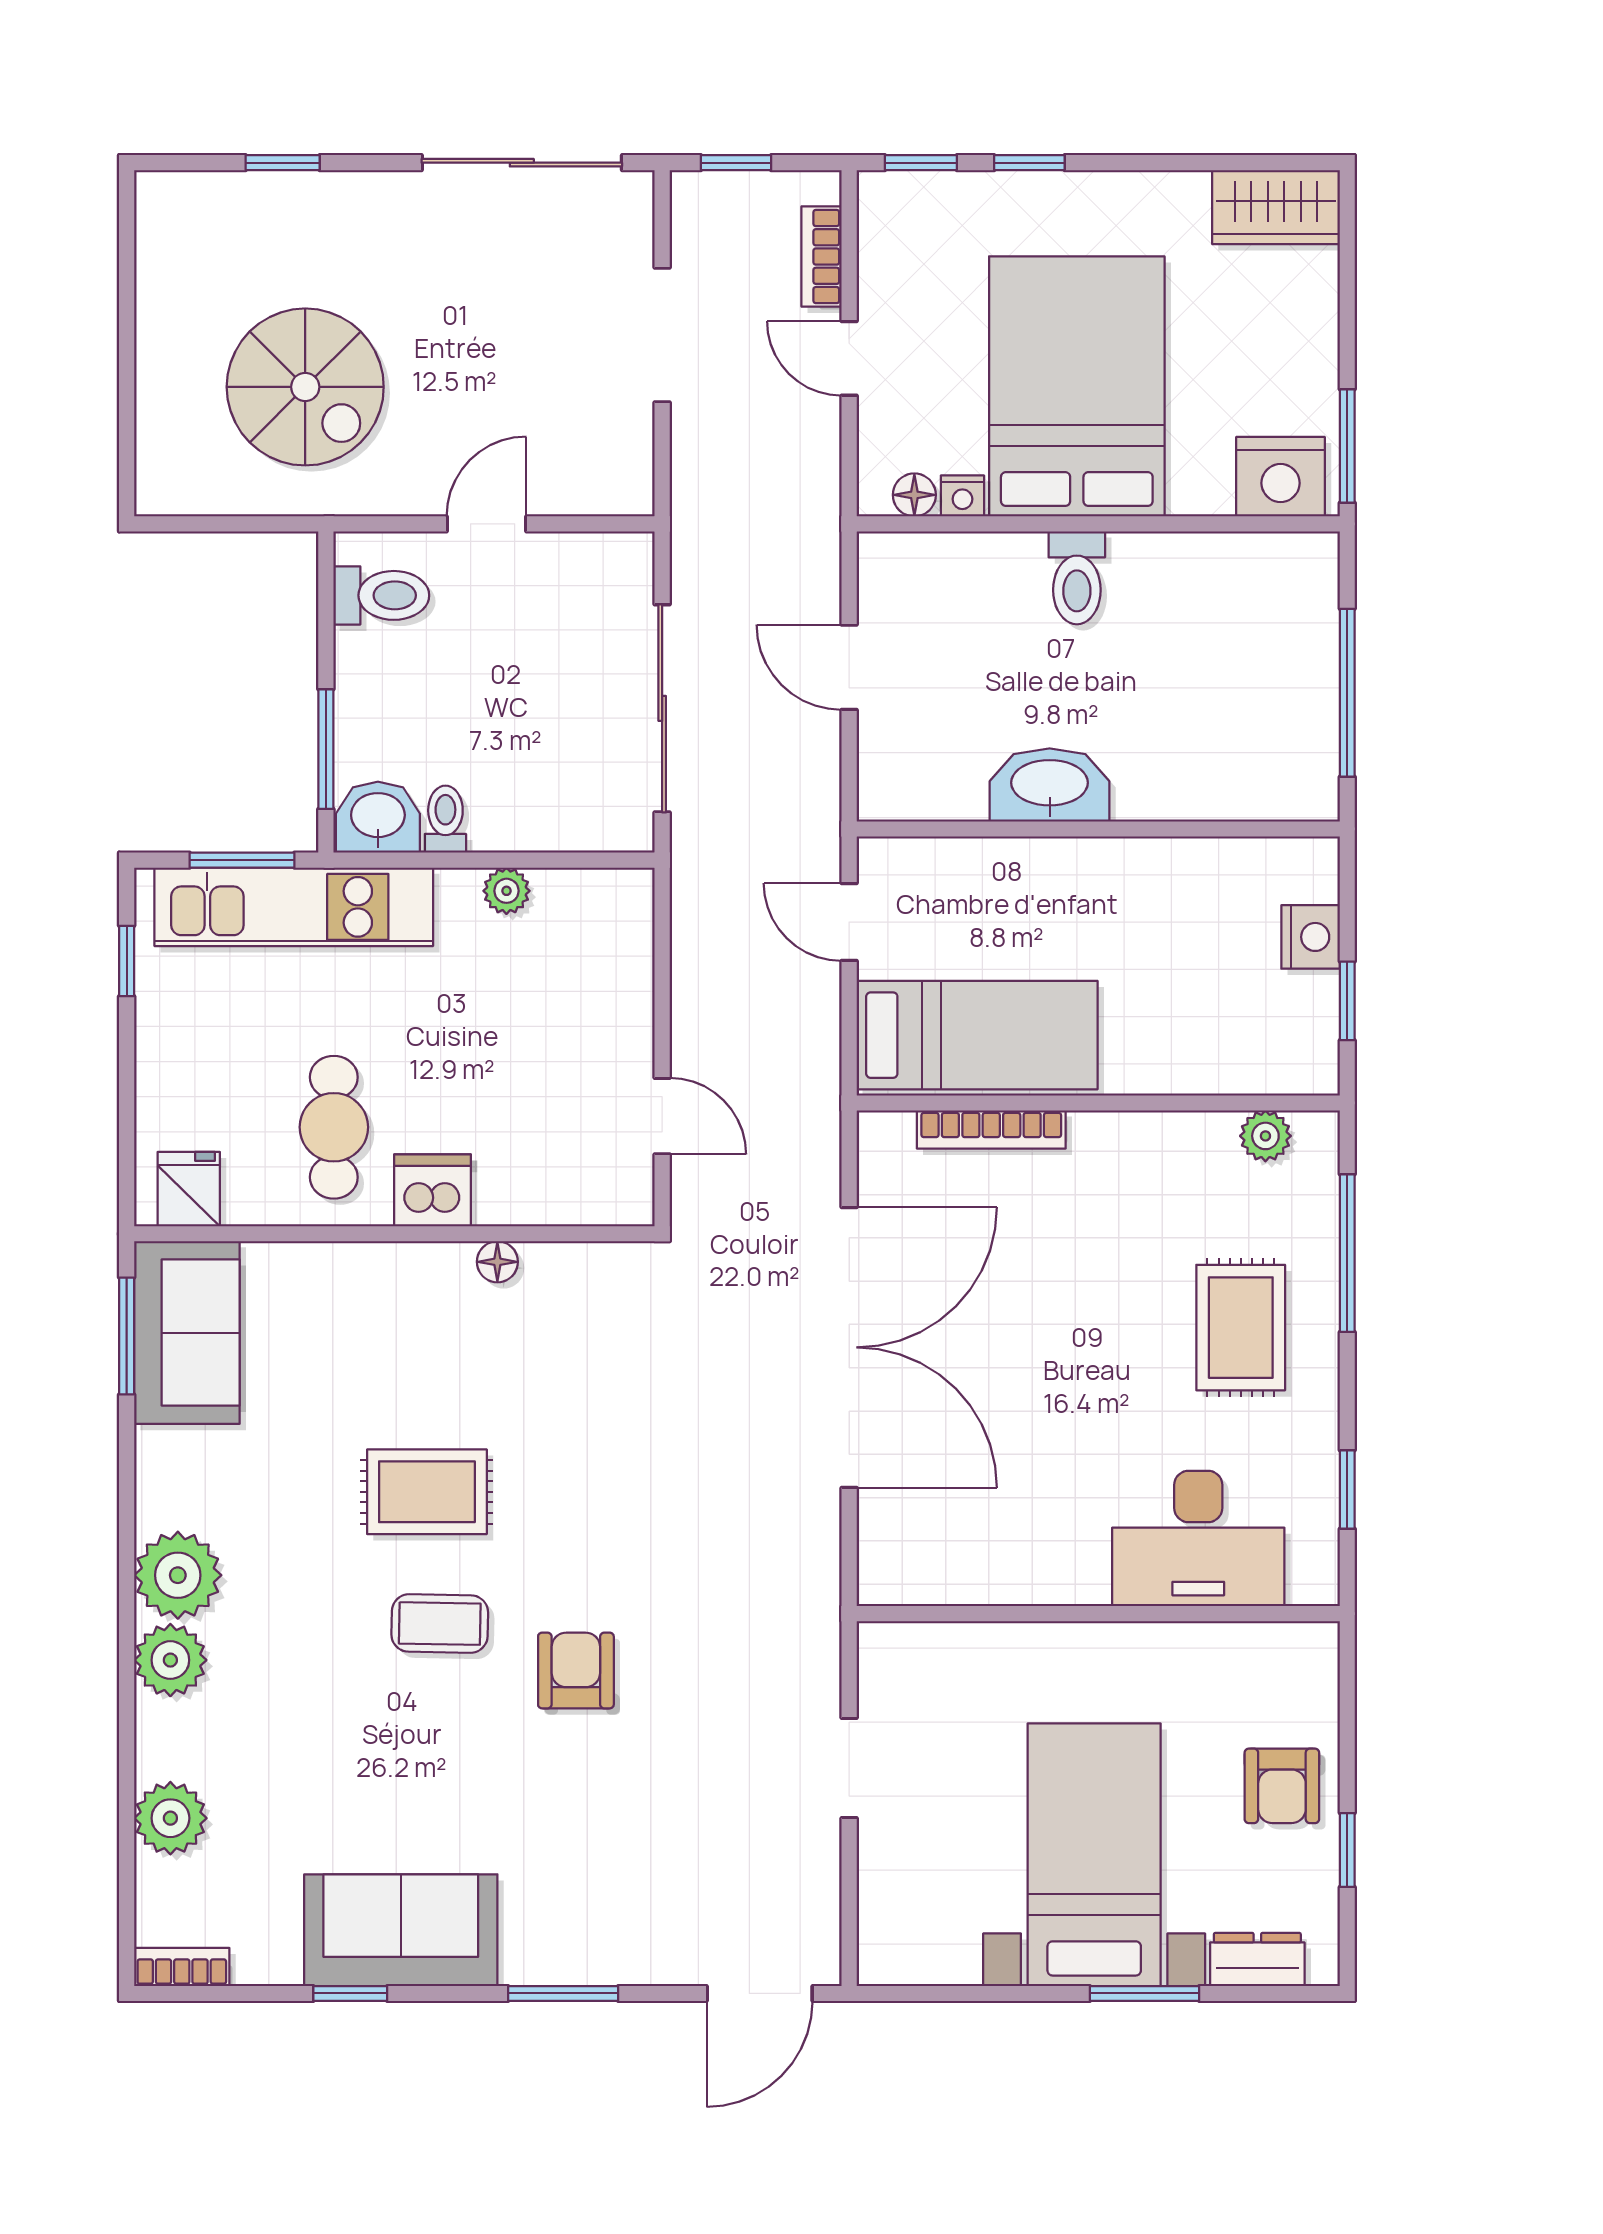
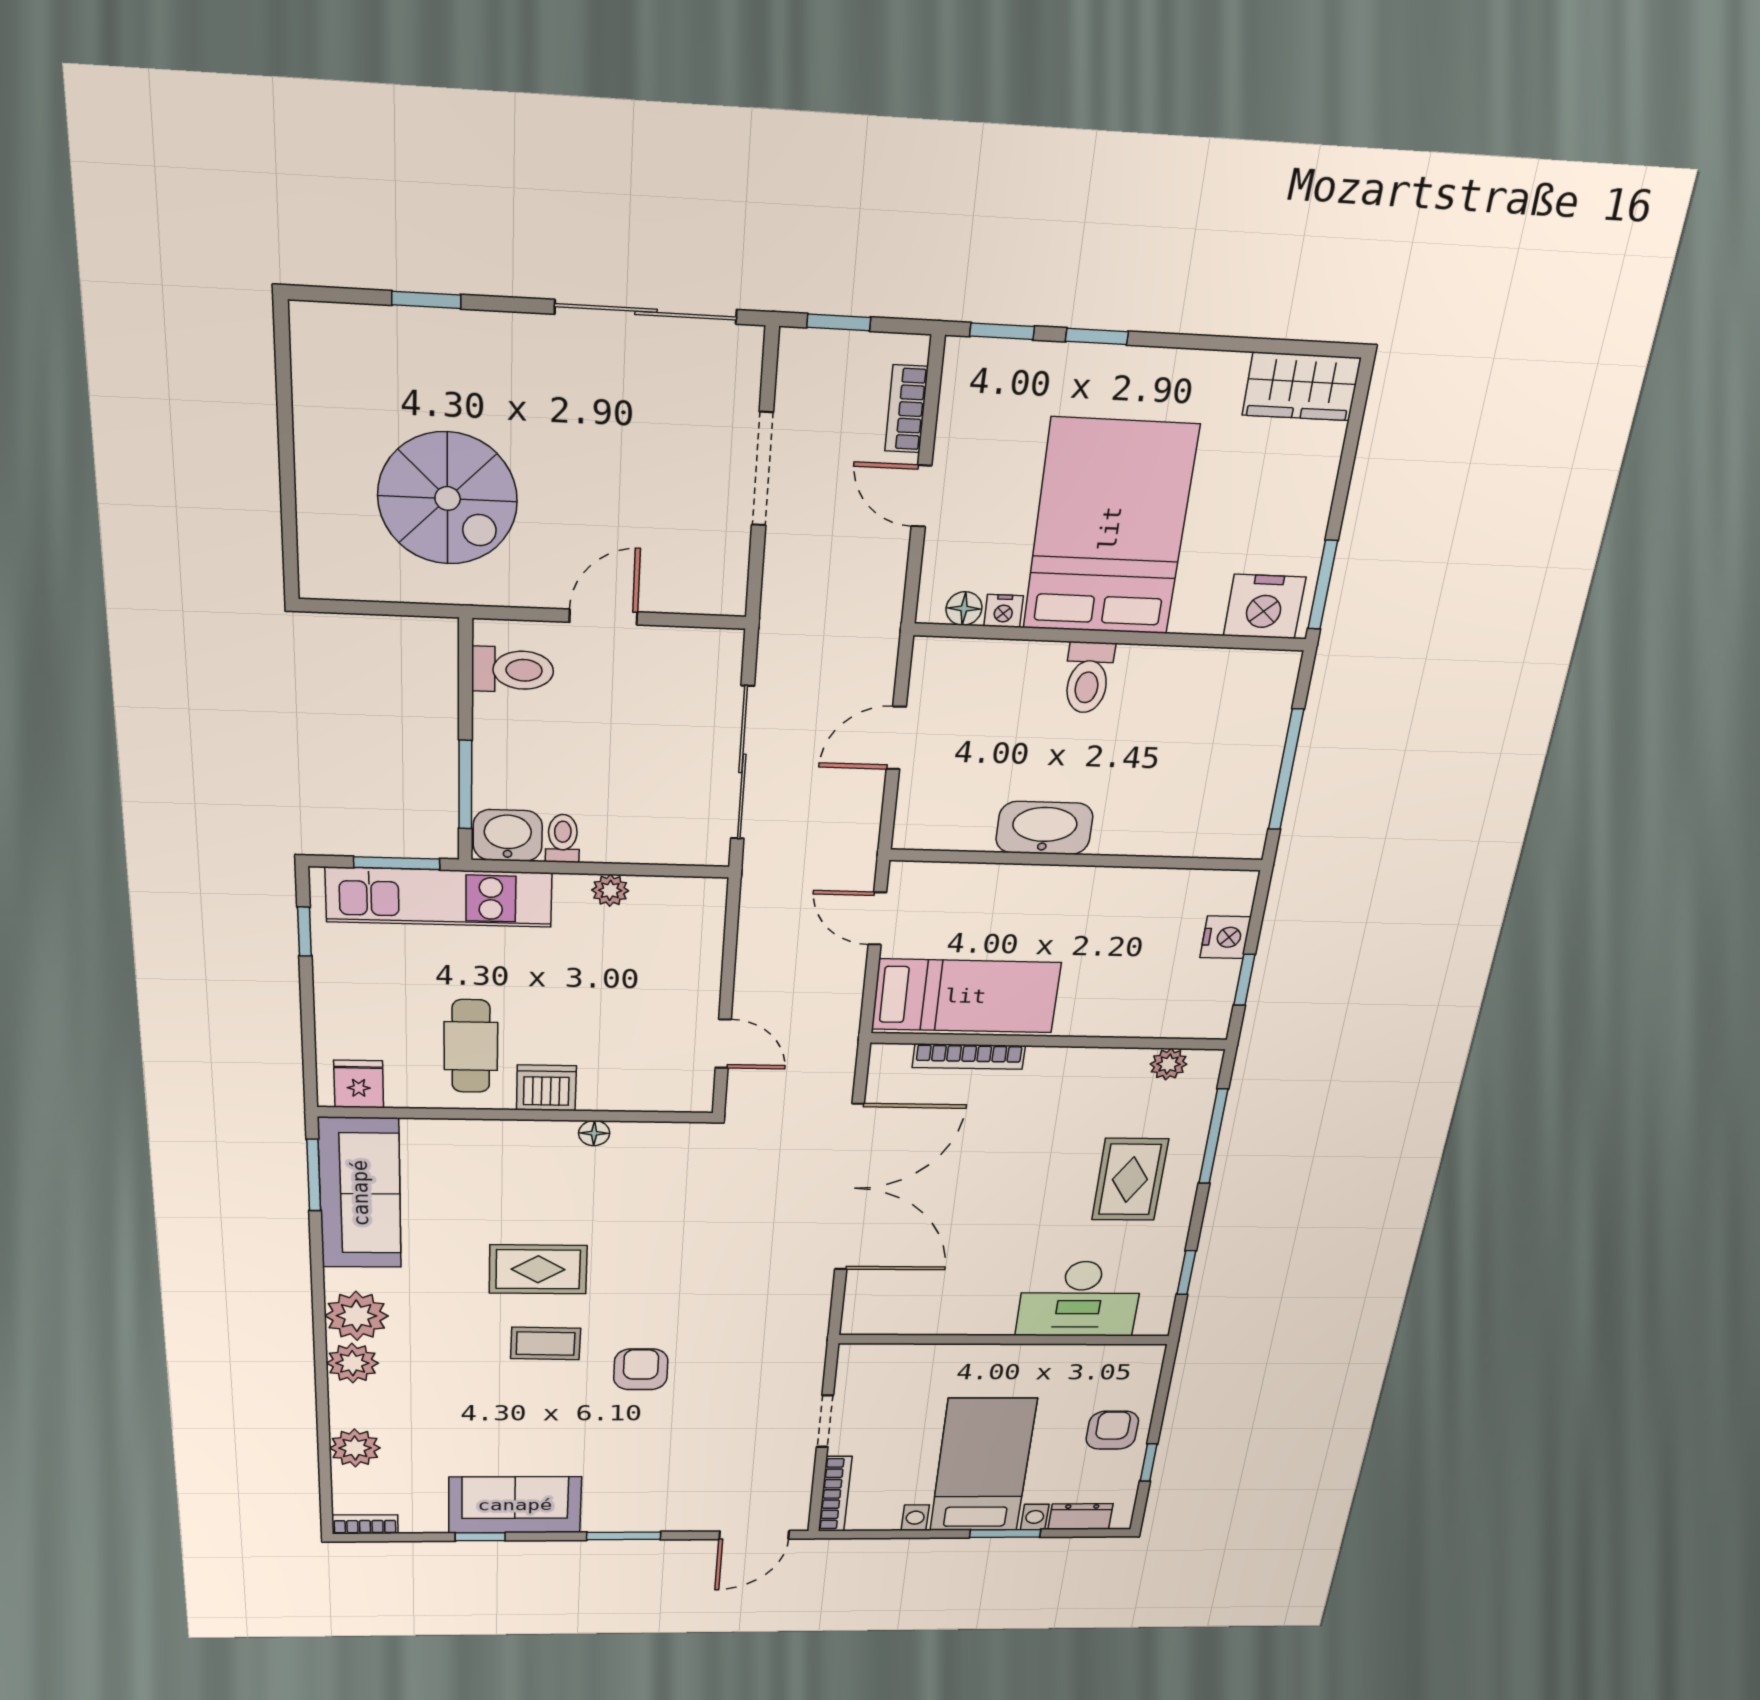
door: (849, 667) -> (896, 738), hinge flipped
sofa: (187, 1333) -> (360, 1193), width x1.36
armchair: (1282, 1786) -> (1112, 1430), turned 180
bookcase: (876, 1911) -> (835, 1494), added

